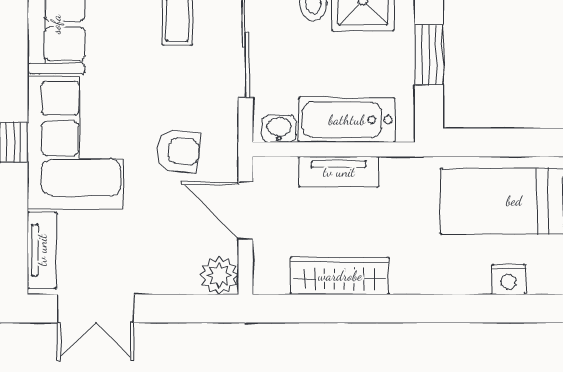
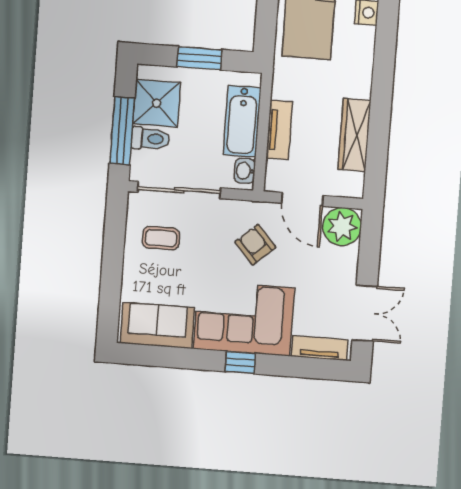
armchair: (178, 151) -> (255, 245), turned -48
door: (246, 211) -> (302, 199), hinge flipped
plant: (219, 275) -> (342, 227), width x1.36, depth x1.36

